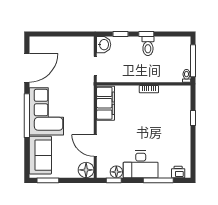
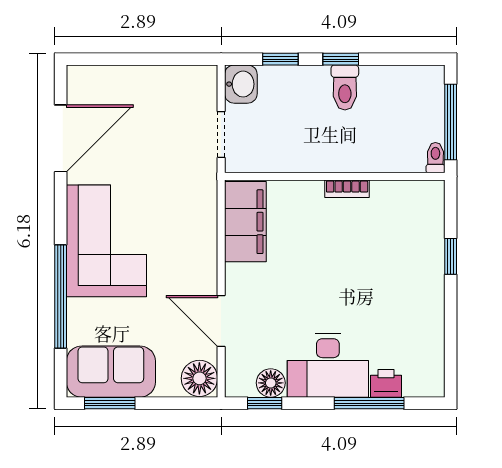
window: (27, 116) -> (61, 296), moved
sofa: (40, 155) -> (111, 372), moved, turned -90
printer: (178, 172) -> (386, 383), moved

